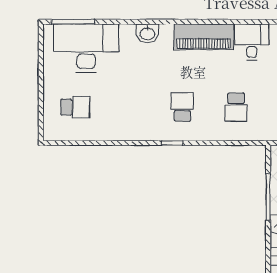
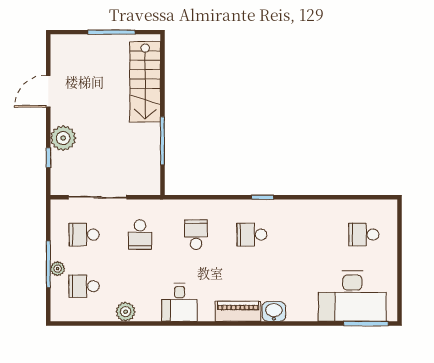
washbasin: (147, 33) -> (274, 311), moved
piano: (204, 37) -> (238, 311), width x0.73, depth x0.75
school desk: (182, 107) -> (252, 235), turned 90

